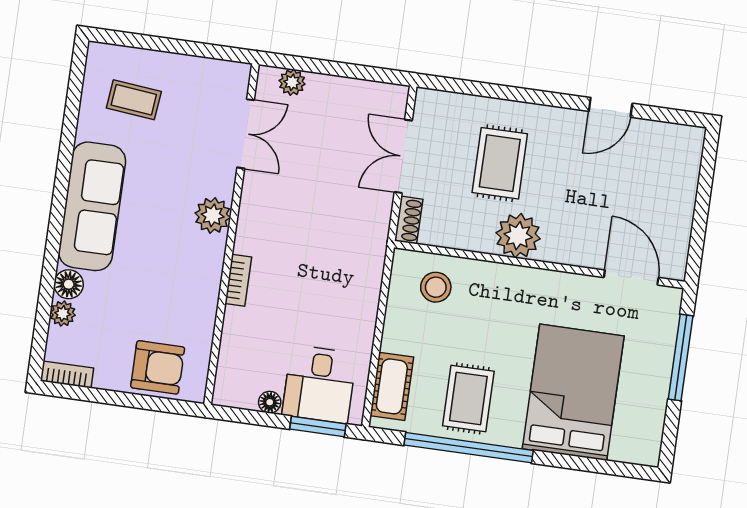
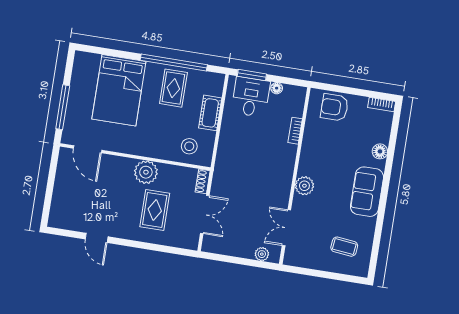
door: (611, 107) -> (97, 238), swing flipped
sofa: (92, 206) -> (367, 192), width x0.73
bookcase: (238, 280) -> (295, 131), moved
plant: (63, 314) -> (383, 136), removed
cot: (392, 386) -> (210, 113), moved

